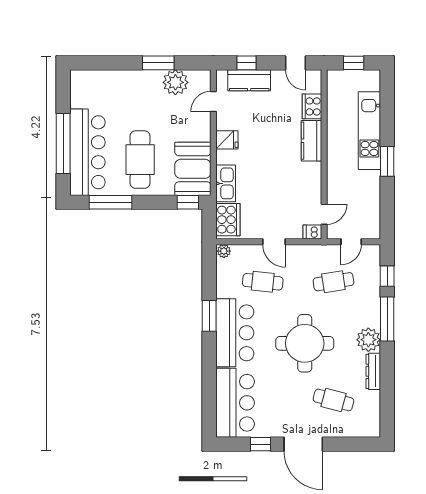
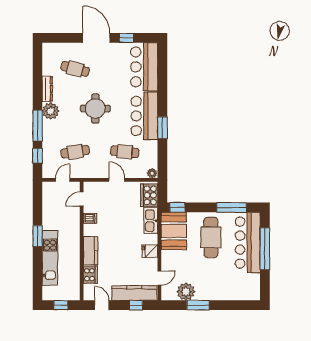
kitchen counter: (249, 80) -> (134, 293), width x1.50
dishwasher: (312, 232) -> (90, 218), moved
round table: (305, 343) -> (95, 109), width x0.73, depth x0.73

